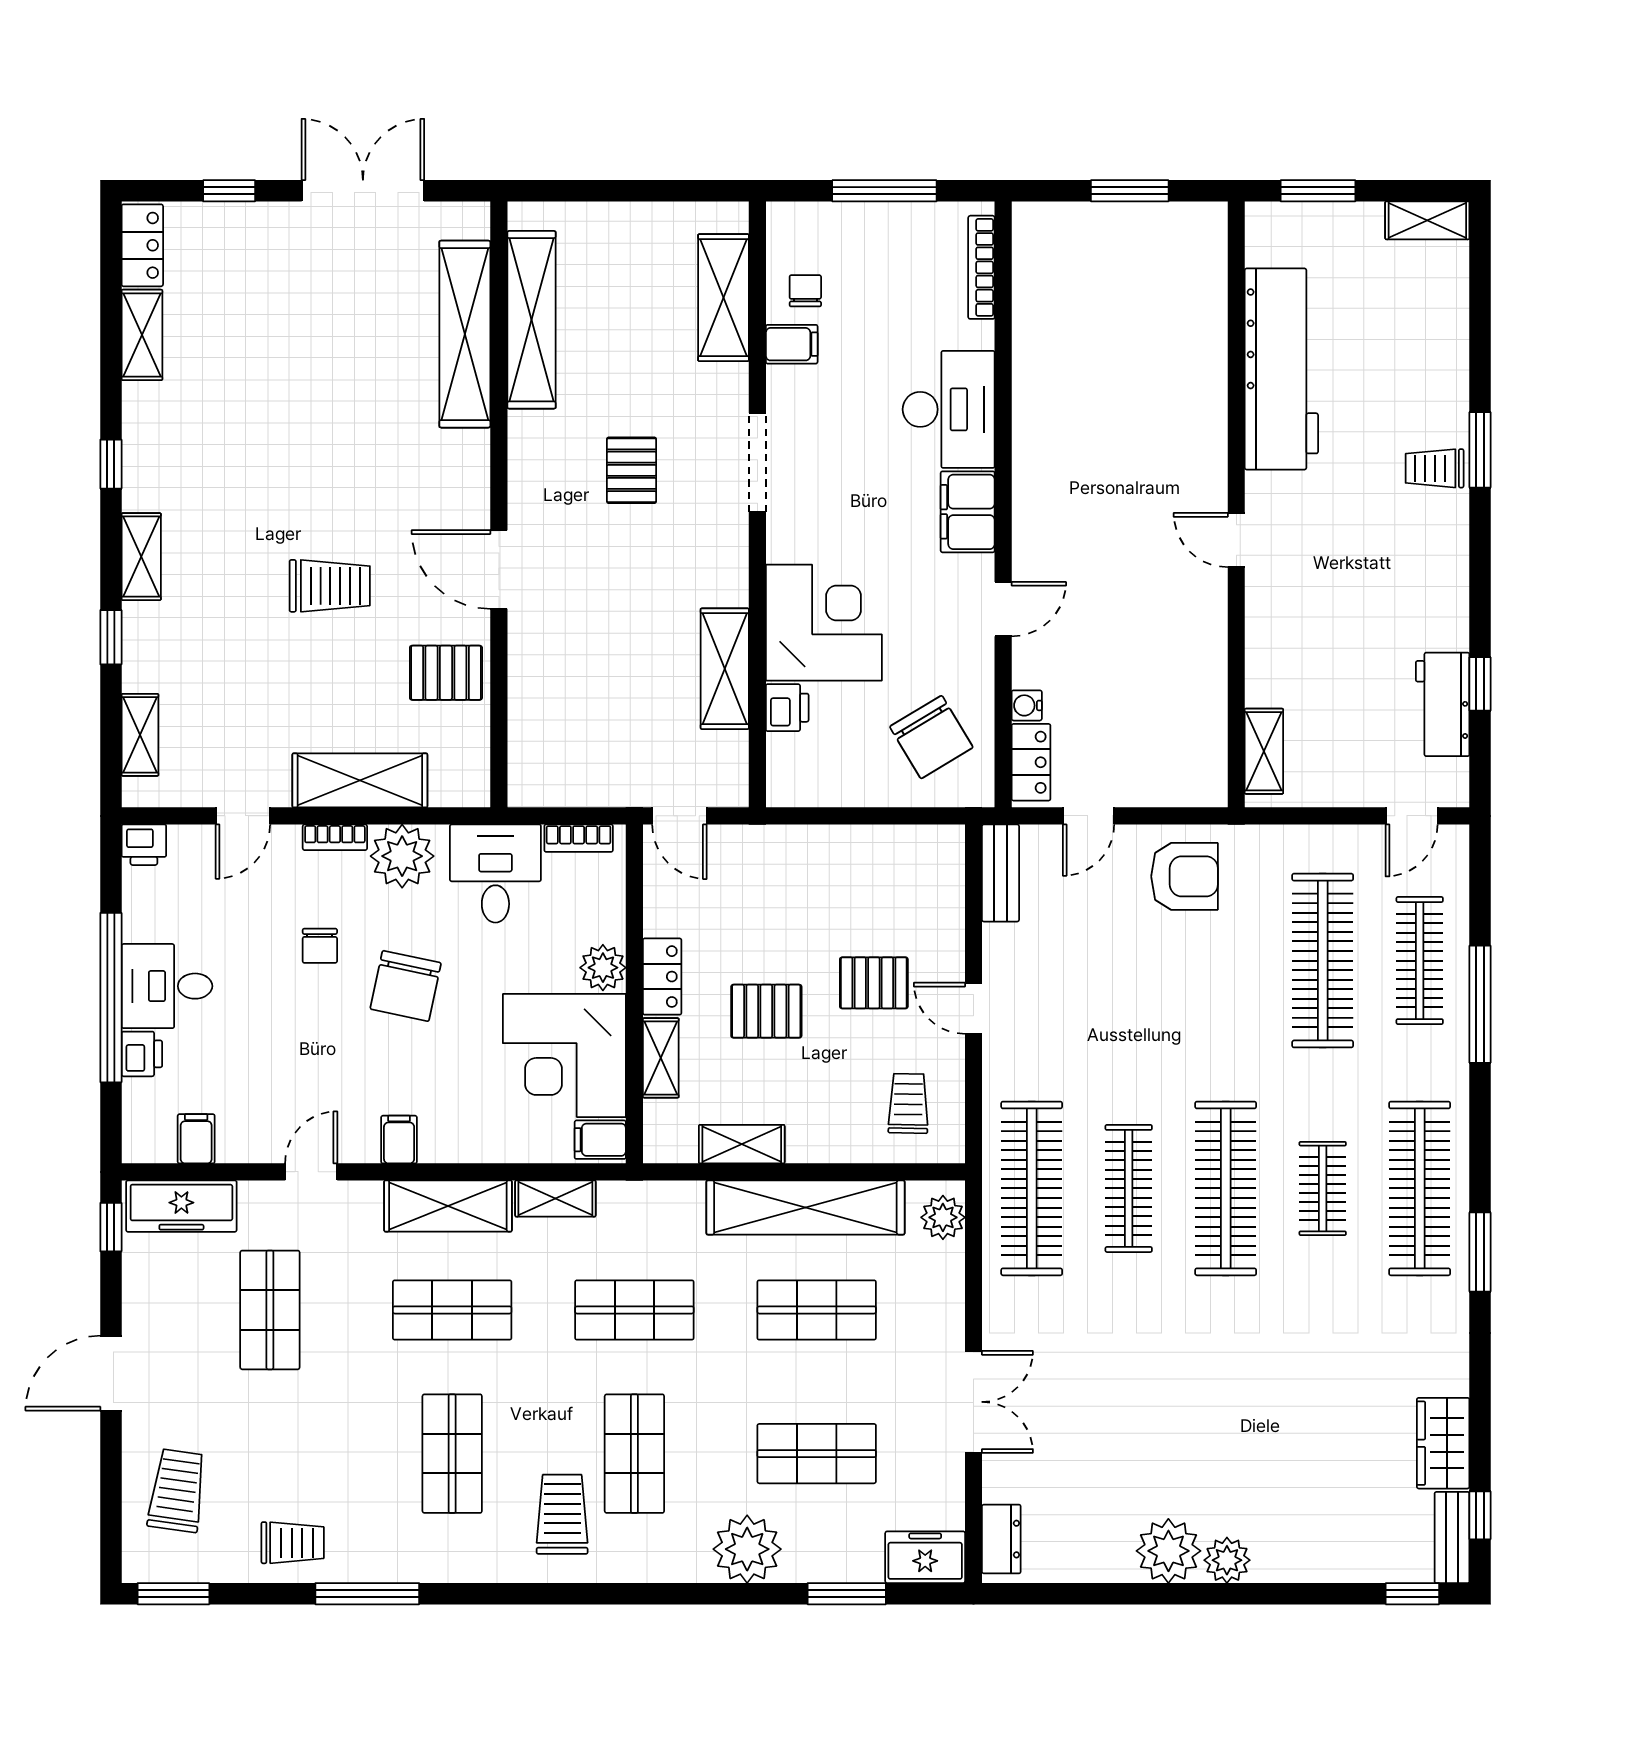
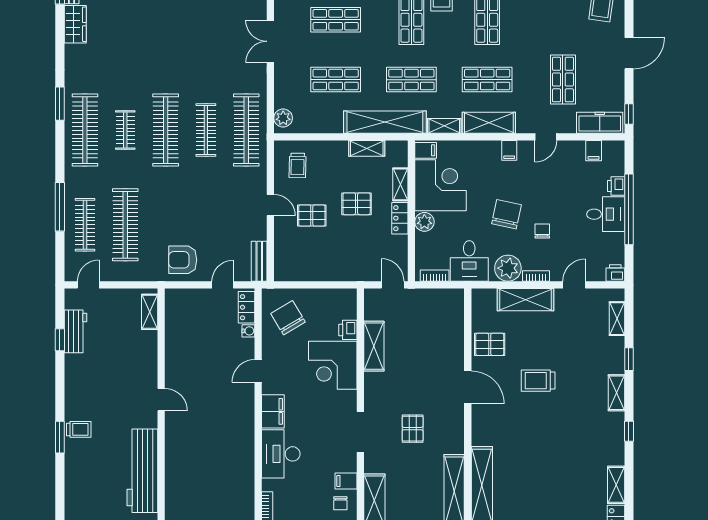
shelving: (805, 1207) -> (385, 122), moved

